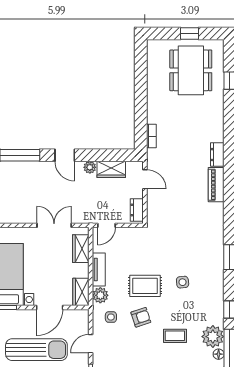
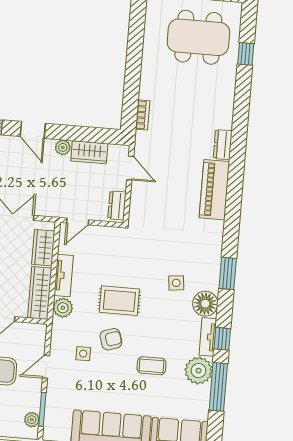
dining table: (191, 70) -> (198, 37), turned 90
piano: (216, 185) -> (214, 190), width x1.37, depth x1.33
side table: (183, 282) -> (176, 283), moved
wardrobe: (81, 292) -> (40, 293), width x1.50
tv unit: (218, 309) -> (208, 337), added
side table: (111, 317) -> (83, 354), moved
floor lamp: (219, 354) -> (205, 304), moved, width x1.89, depth x1.89

